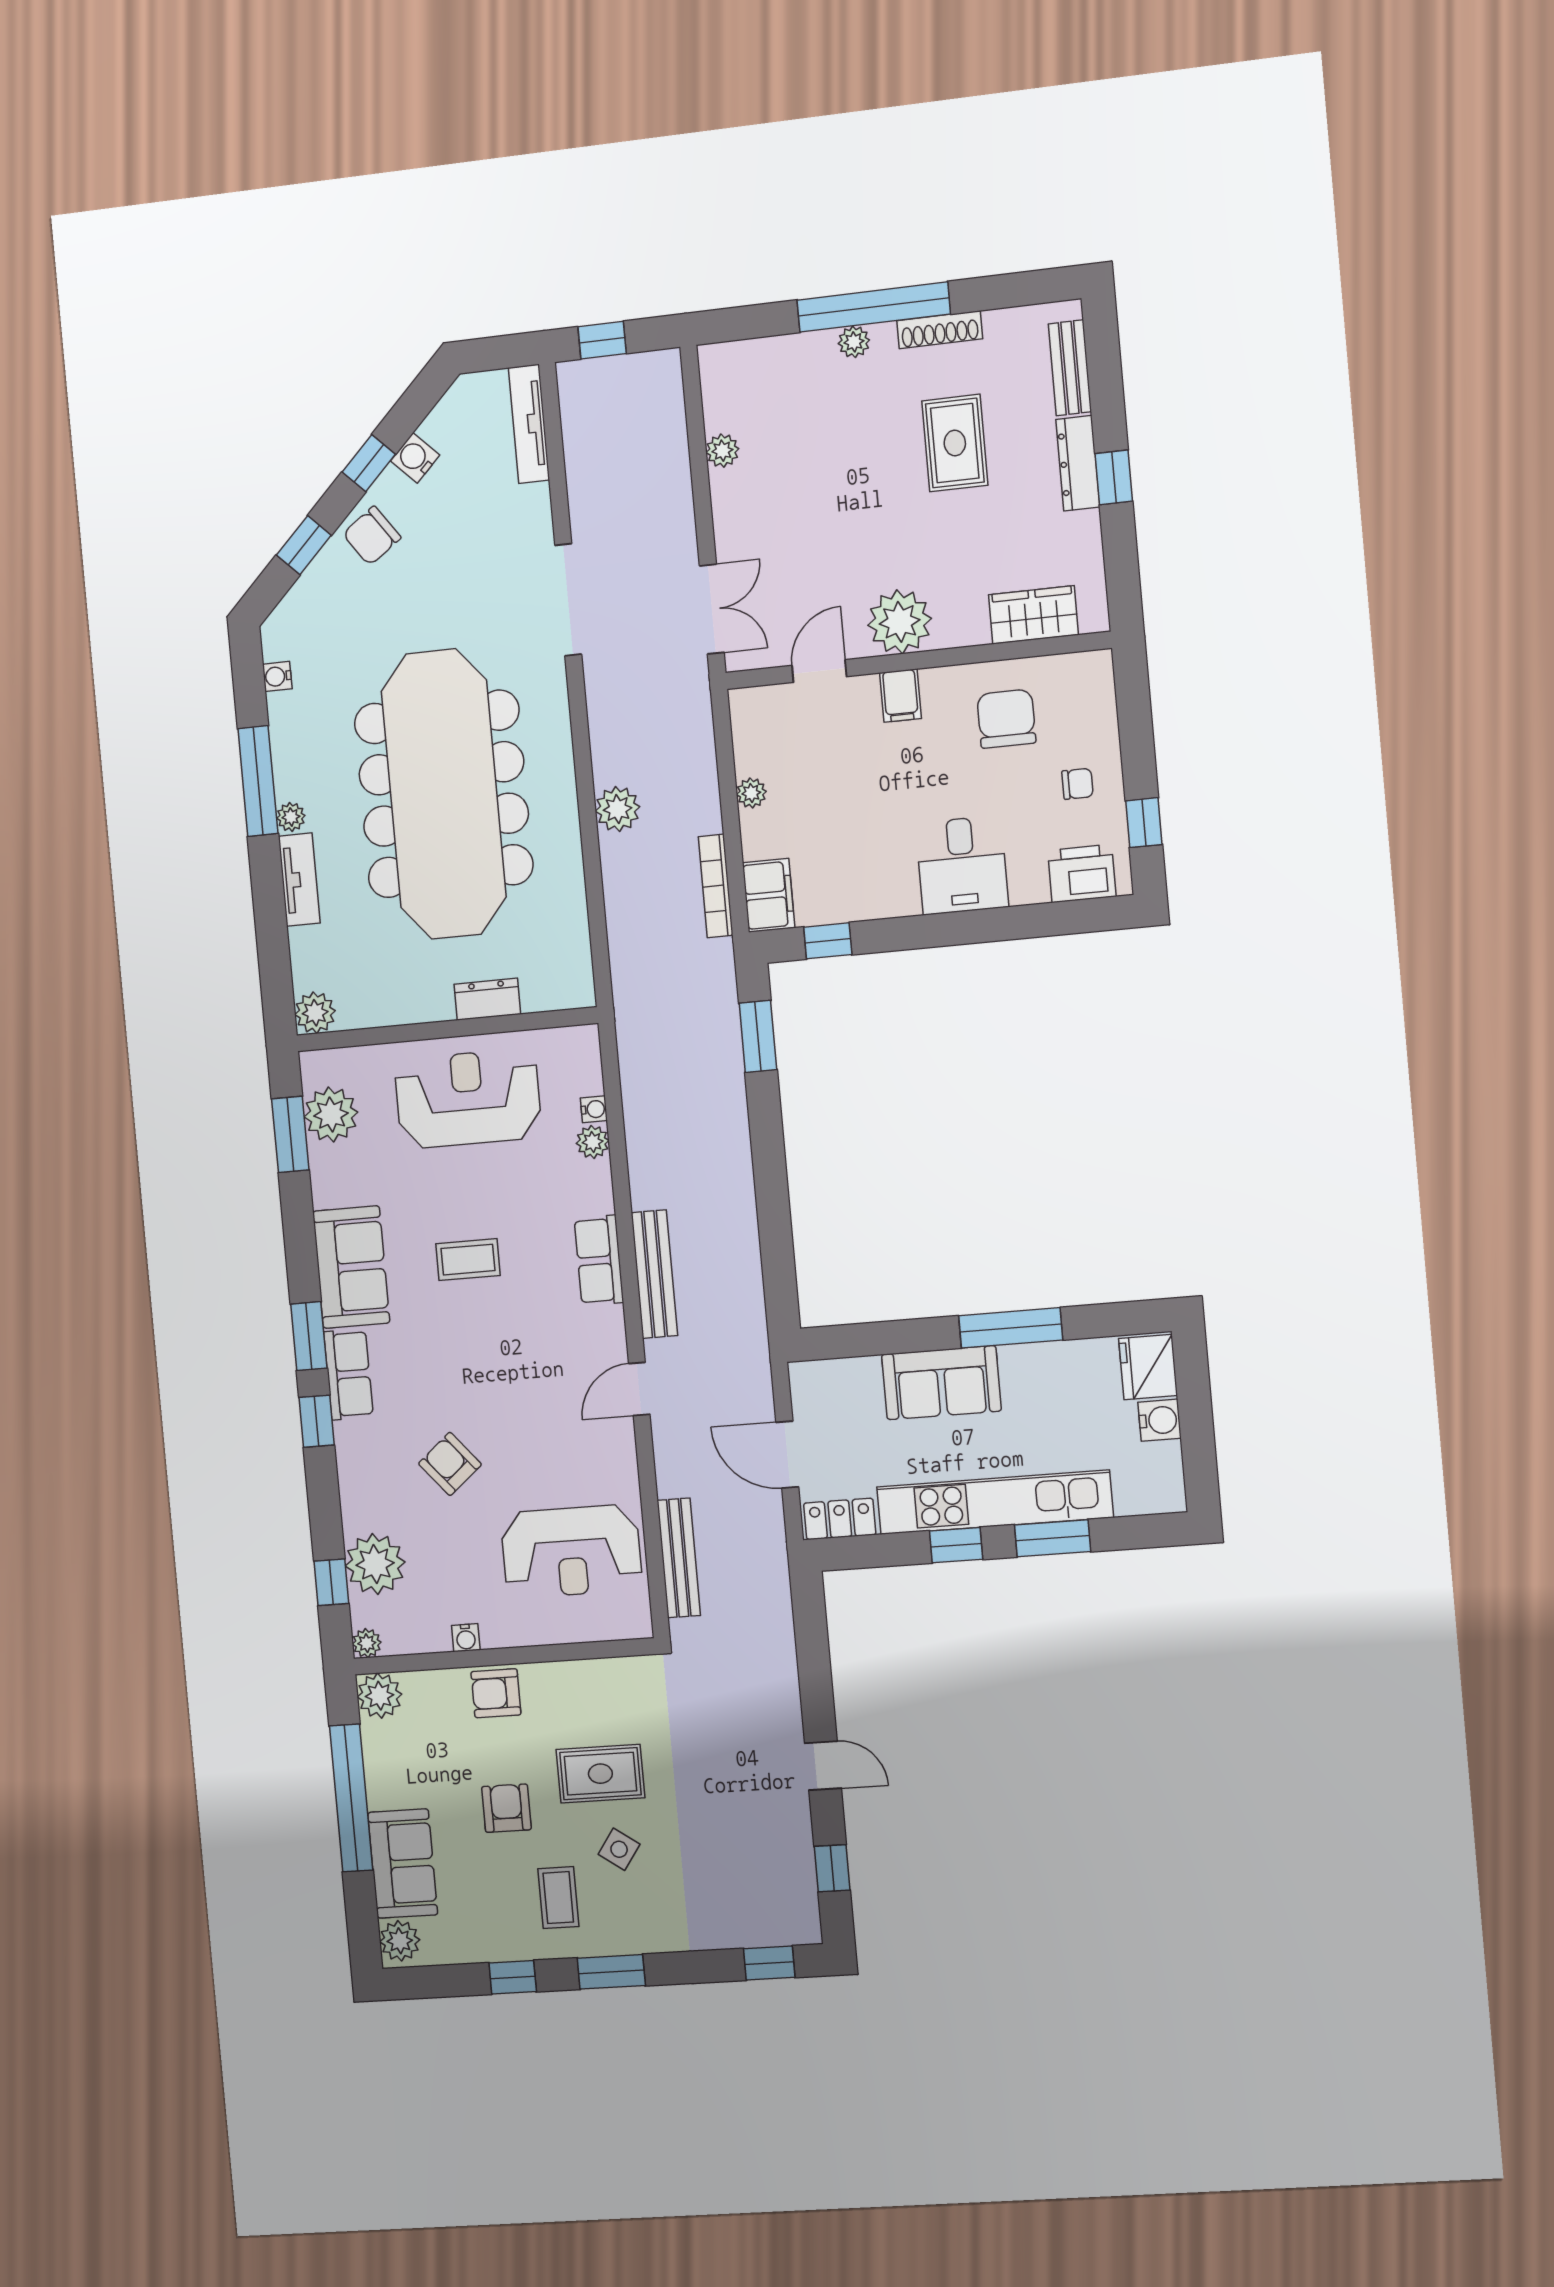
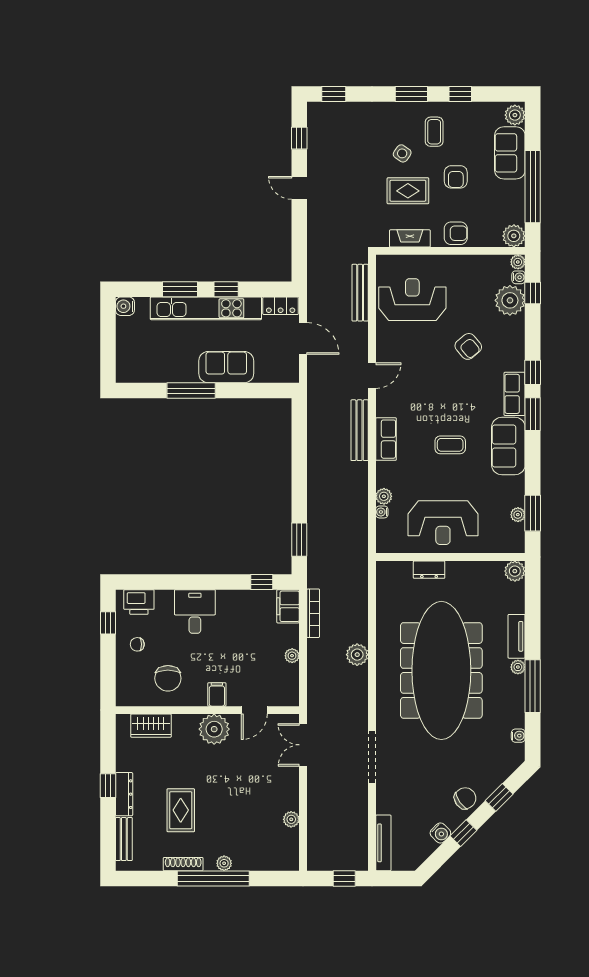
plant: (331, 1115) -> (518, 515), width x0.53, depth x0.53
fridge: (1148, 1367) -> (128, 367), removed
water cooler: (1159, 1420) -> (125, 306), moved
water cooler: (466, 1638) -> (518, 277), moved, turned 90
fireplace: (588, 1676) -> (410, 238), added

